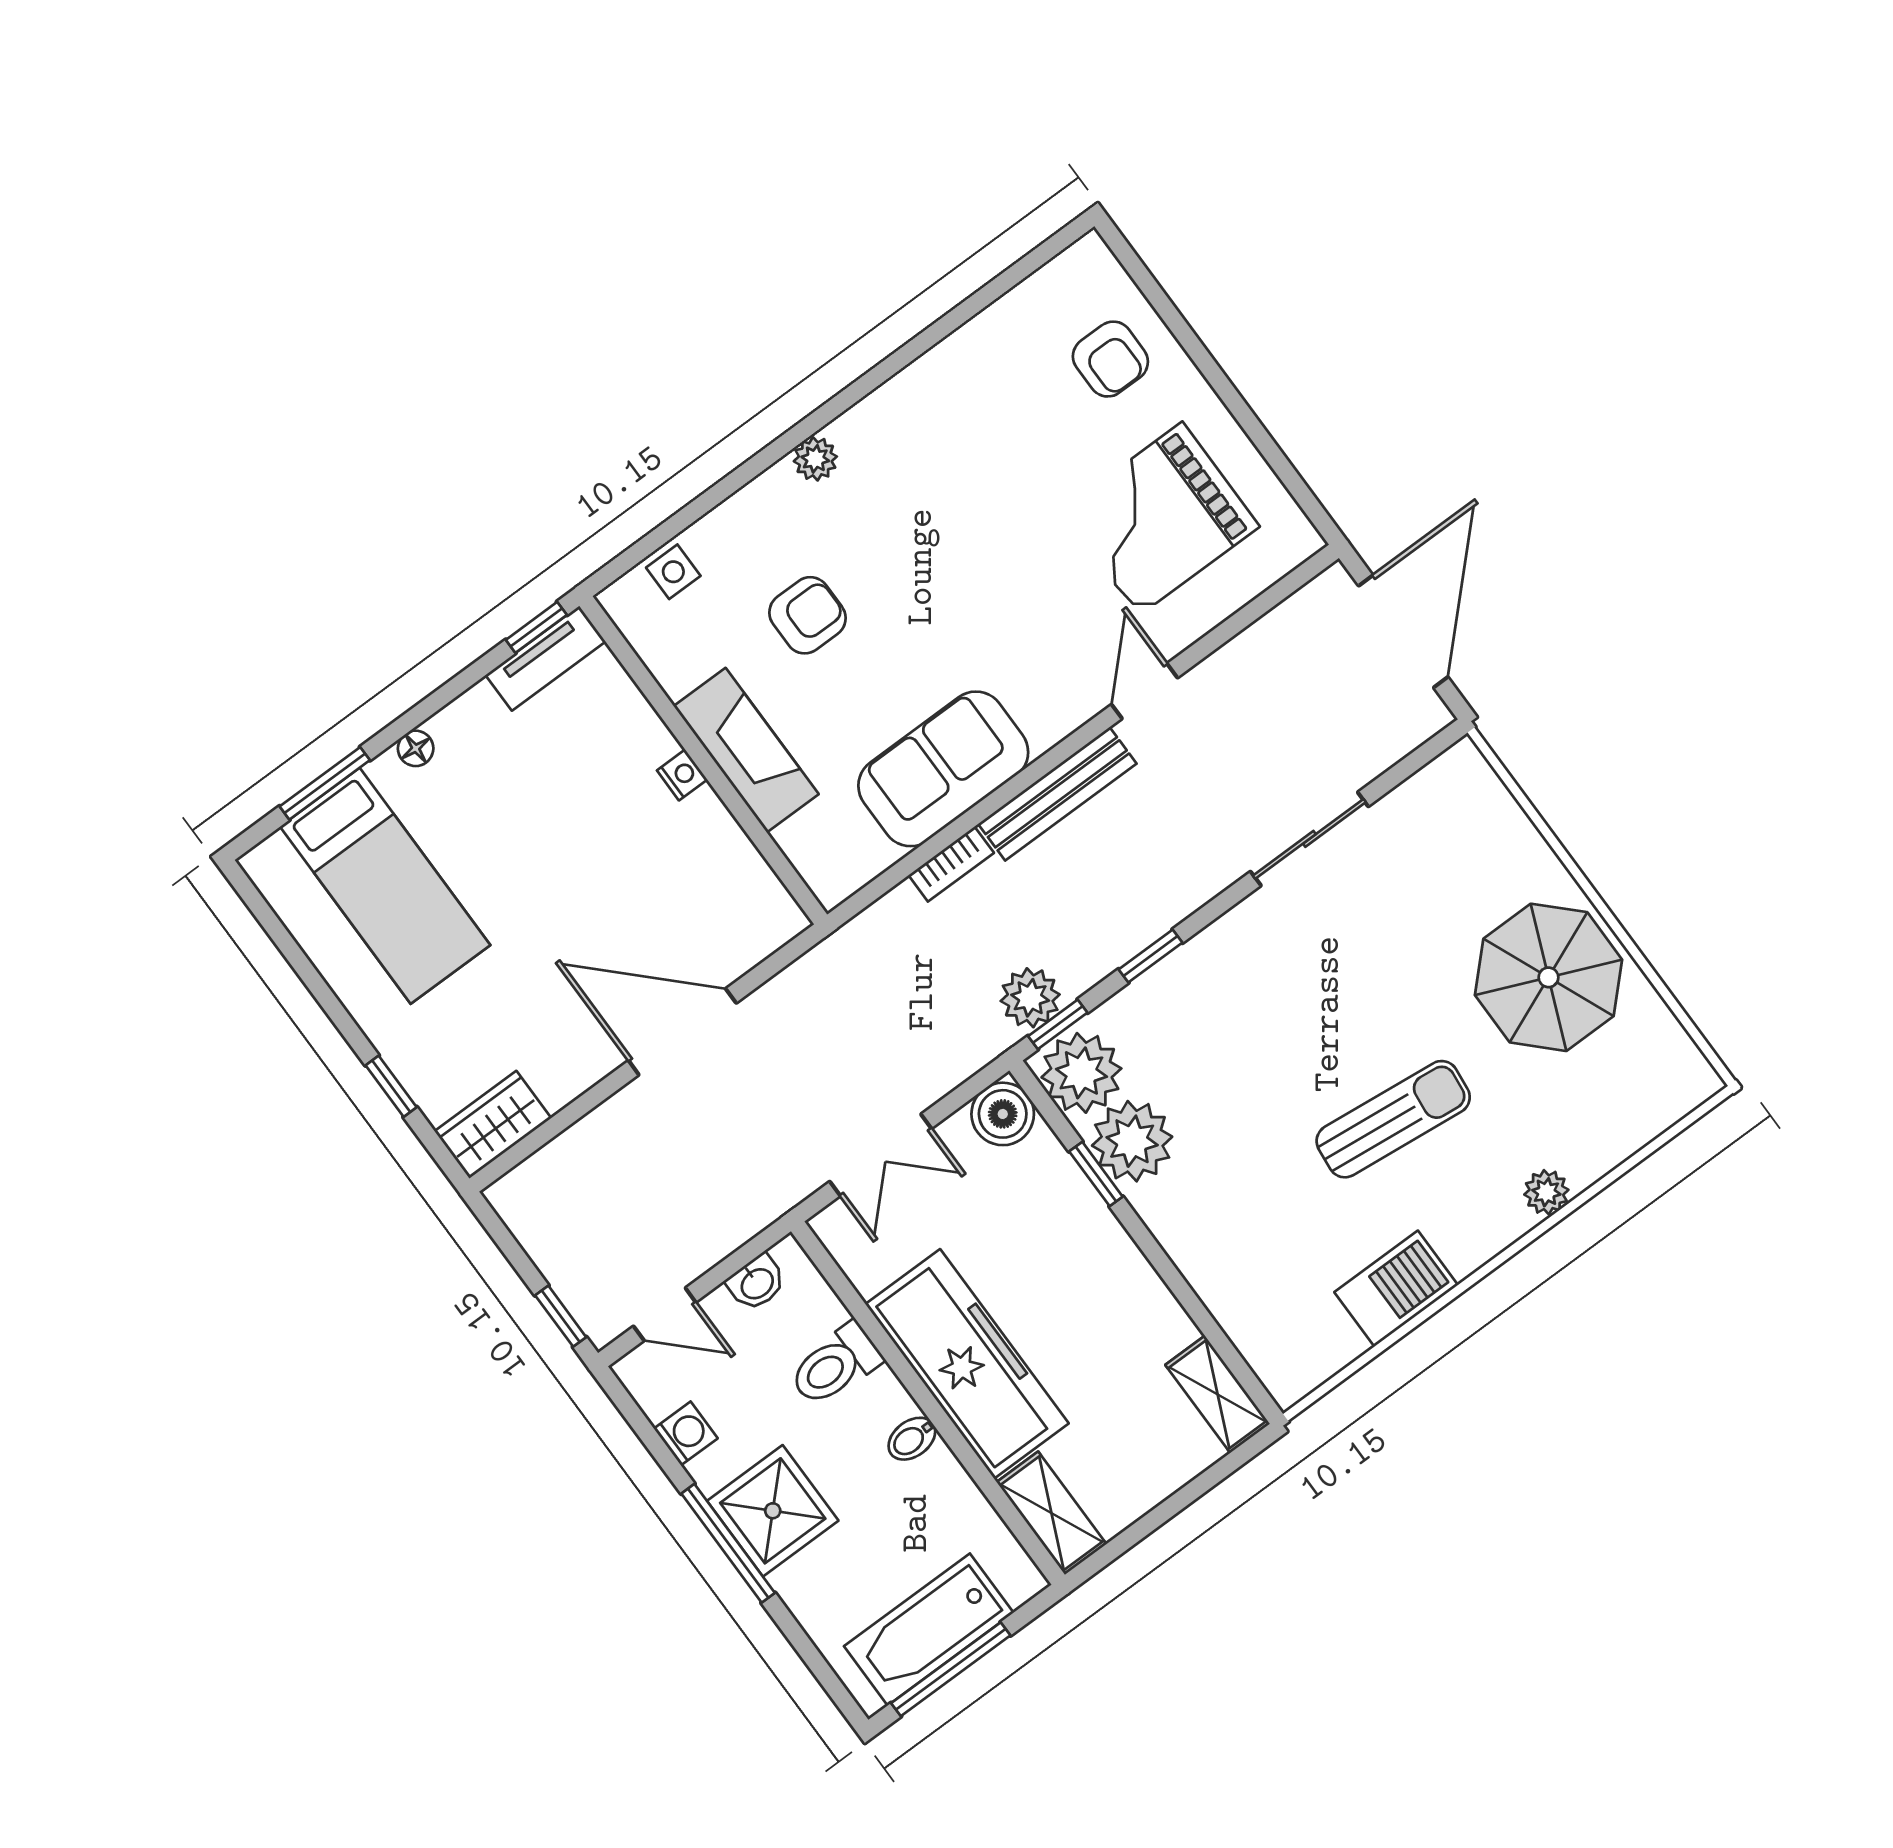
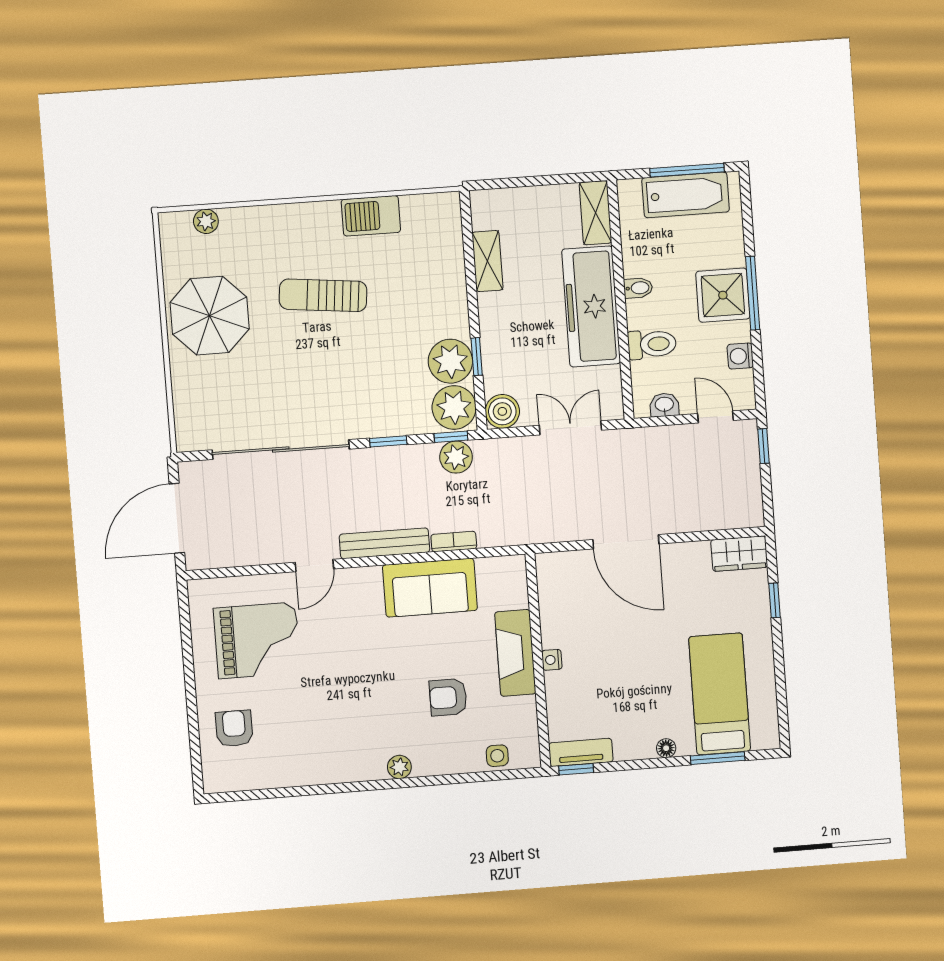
sliding door: (1309, 839) -> (281, 449), width x1.86
plant: (1546, 1192) -> (206, 221), moved
shelving: (1218, 1394) -> (487, 261), moved

